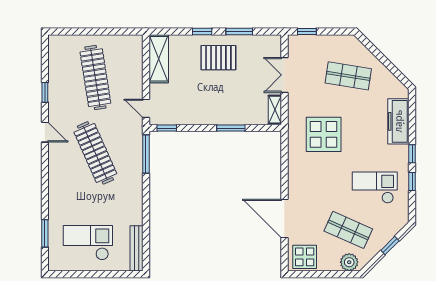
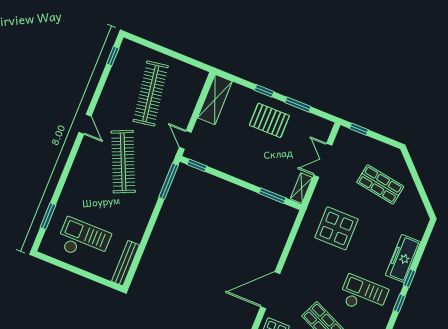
window: (45, 92) -> (113, 56), moved
freezer: (398, 121) -> (403, 259), moved
window: (231, 128) -> (272, 196), moved
door: (284, 218) -> (270, 290), hinge flipped

